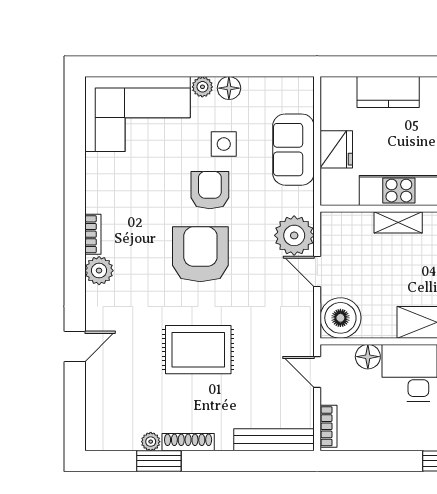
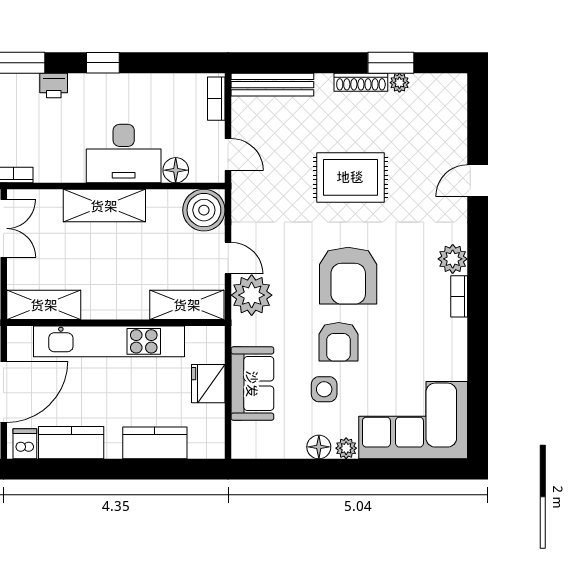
shelving: (398, 222) -> (187, 305), moved, width x1.50, depth x1.33

